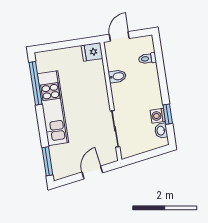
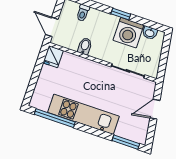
window: (168, 114) -> (121, 14), moved
washing machine: (158, 116) -> (128, 33), width x1.89, depth x1.89
door: (92, 172) -> (155, 109), hinge flipped

